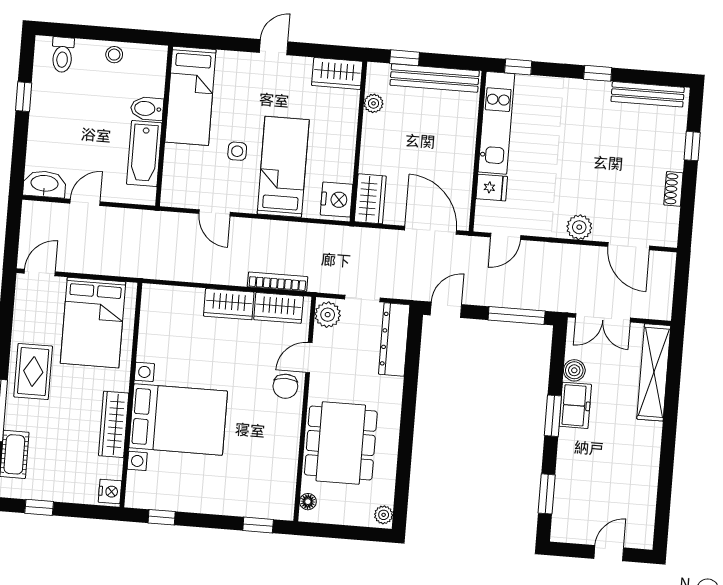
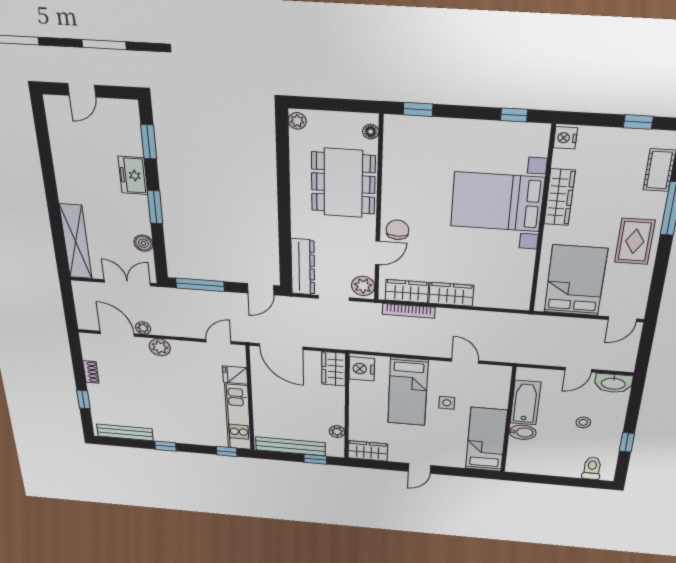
stool: (114, 55) -> (583, 422), moved
plant: (595, 255) -> (143, 328), added
freezer: (575, 405) -> (133, 175), moved

